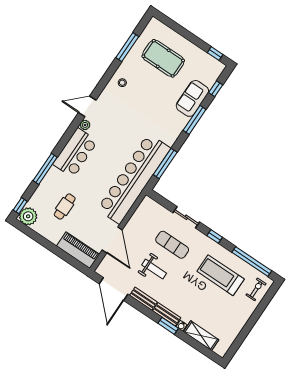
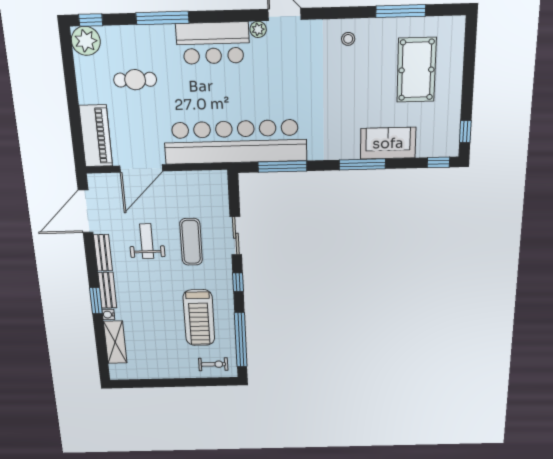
window: (216, 89) -> (438, 162), moved
weight bench: (154, 269) -> (147, 241), turned 180
treadmill: (221, 275) -> (199, 318), turned 180

